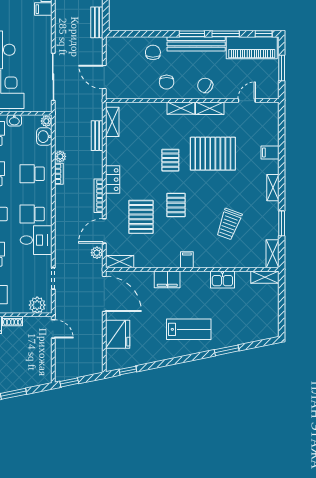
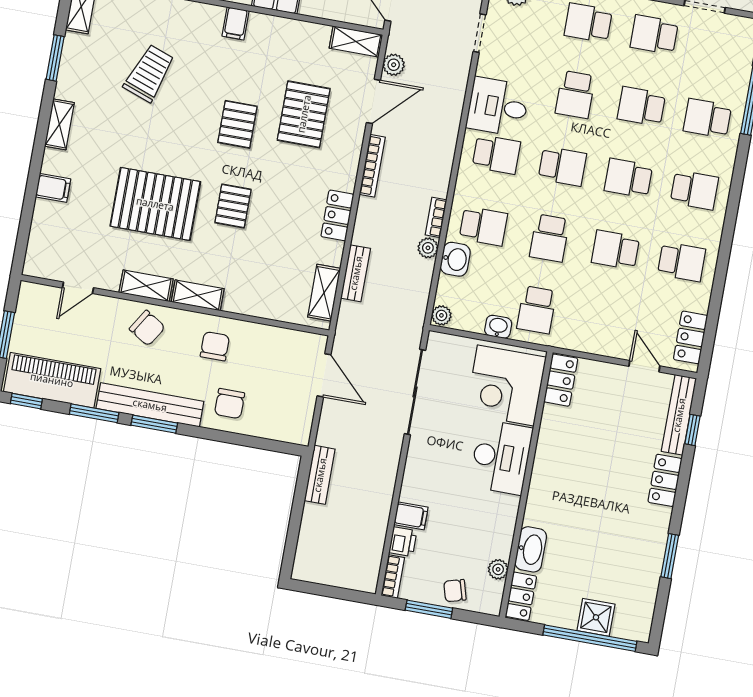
washbasin: (44, 137) -> (455, 259), moved
locker: (113, 180) -> (337, 215), moved

